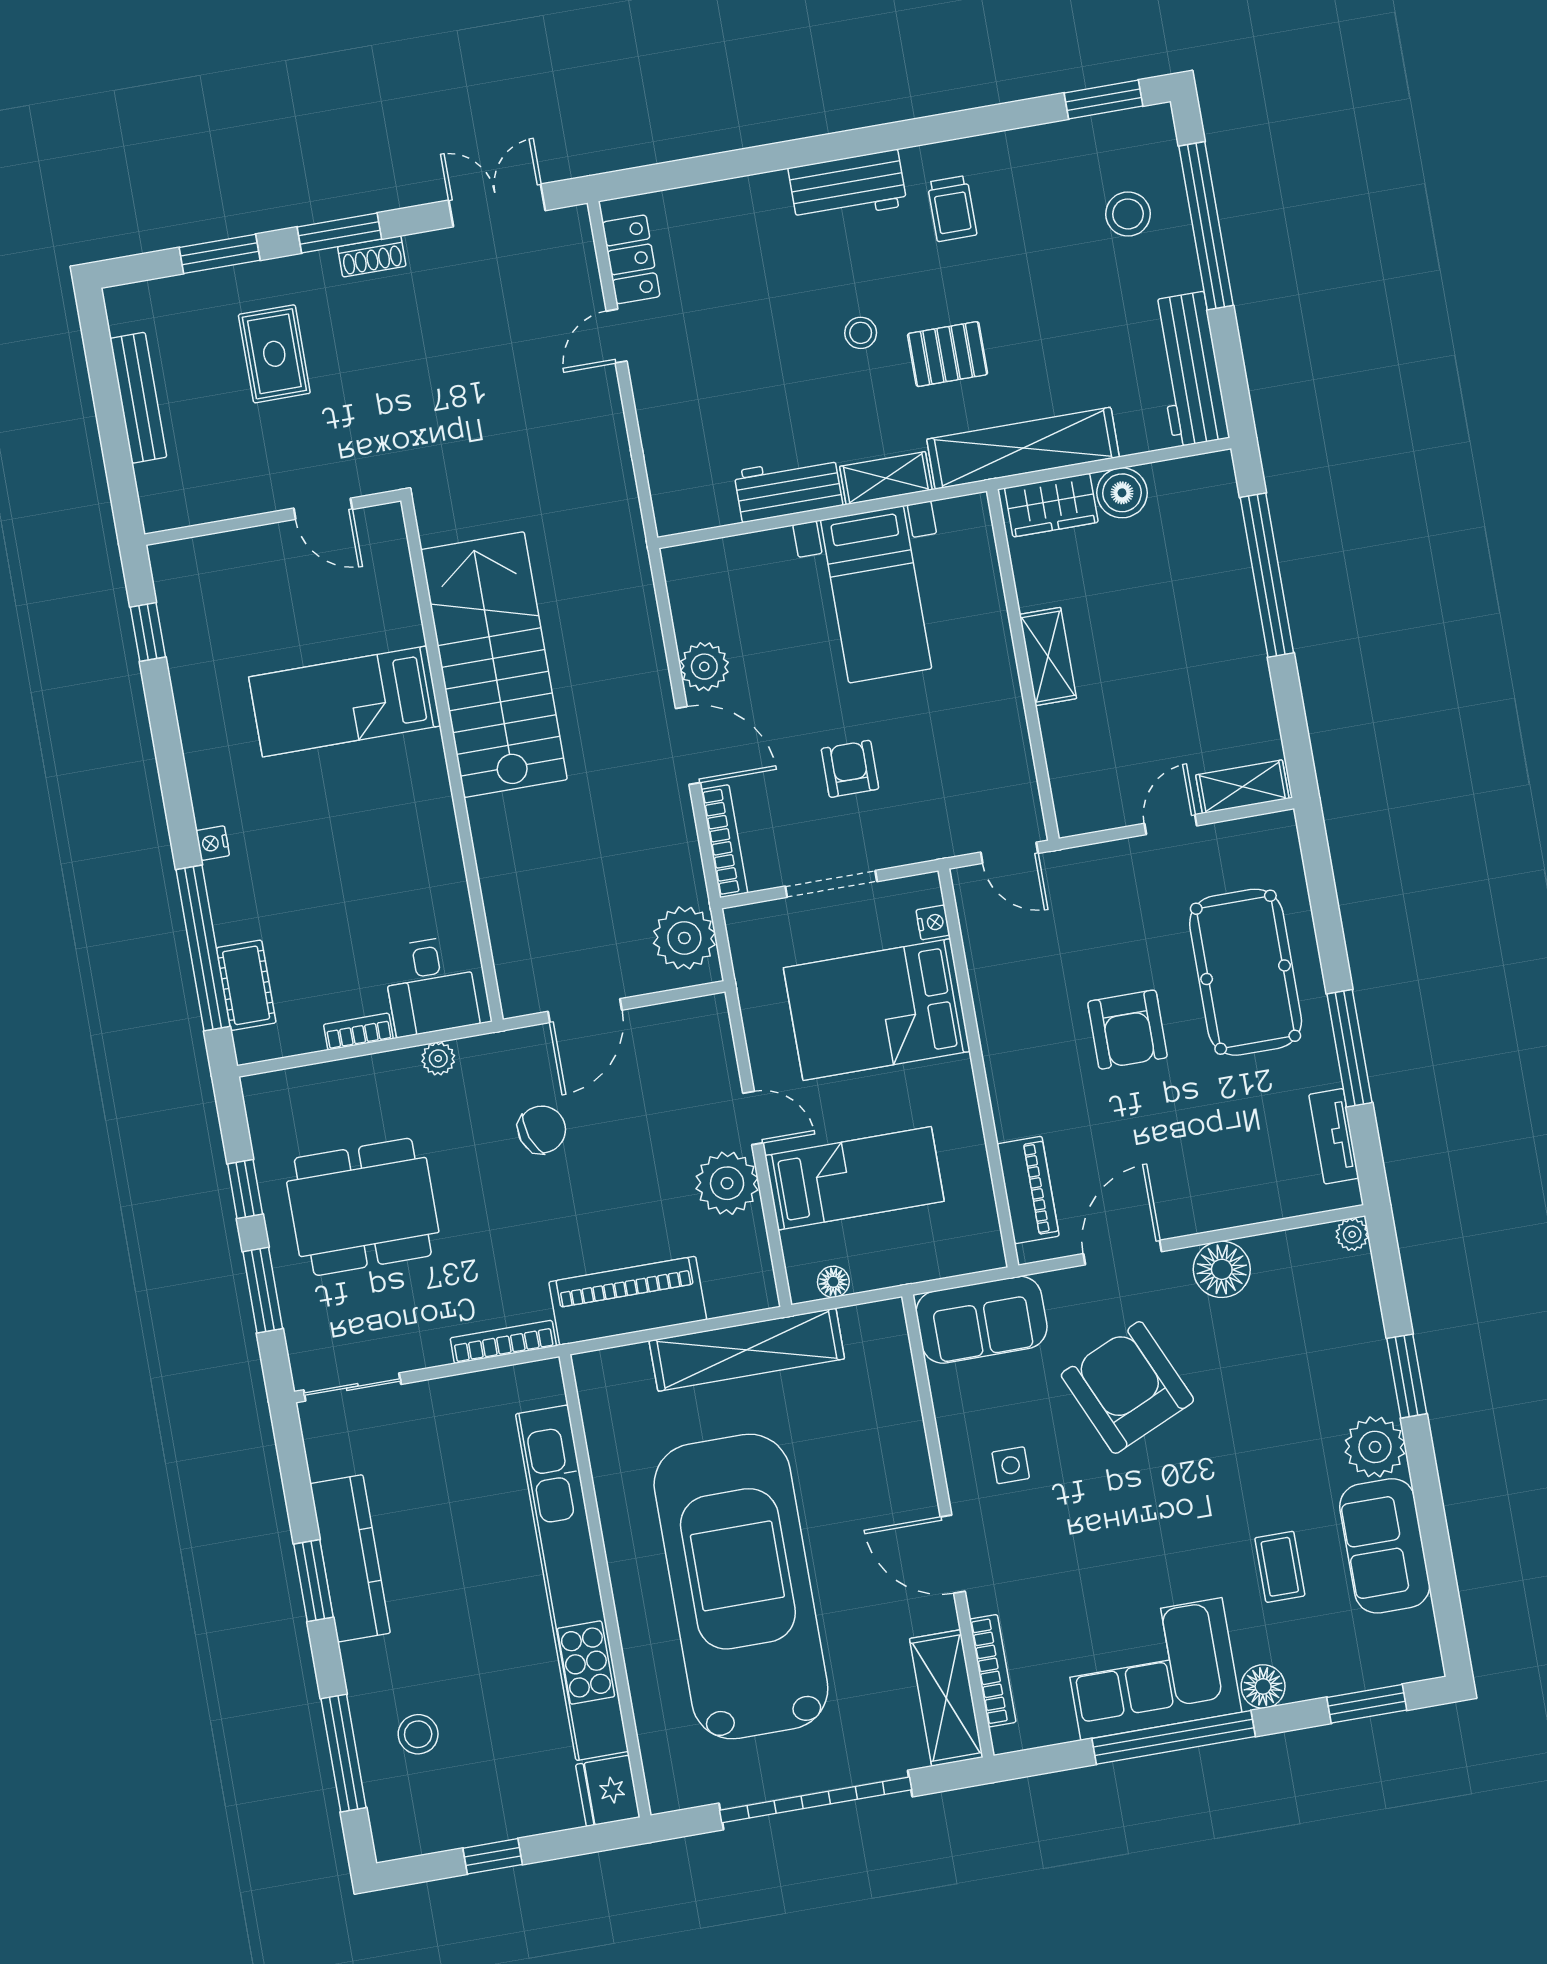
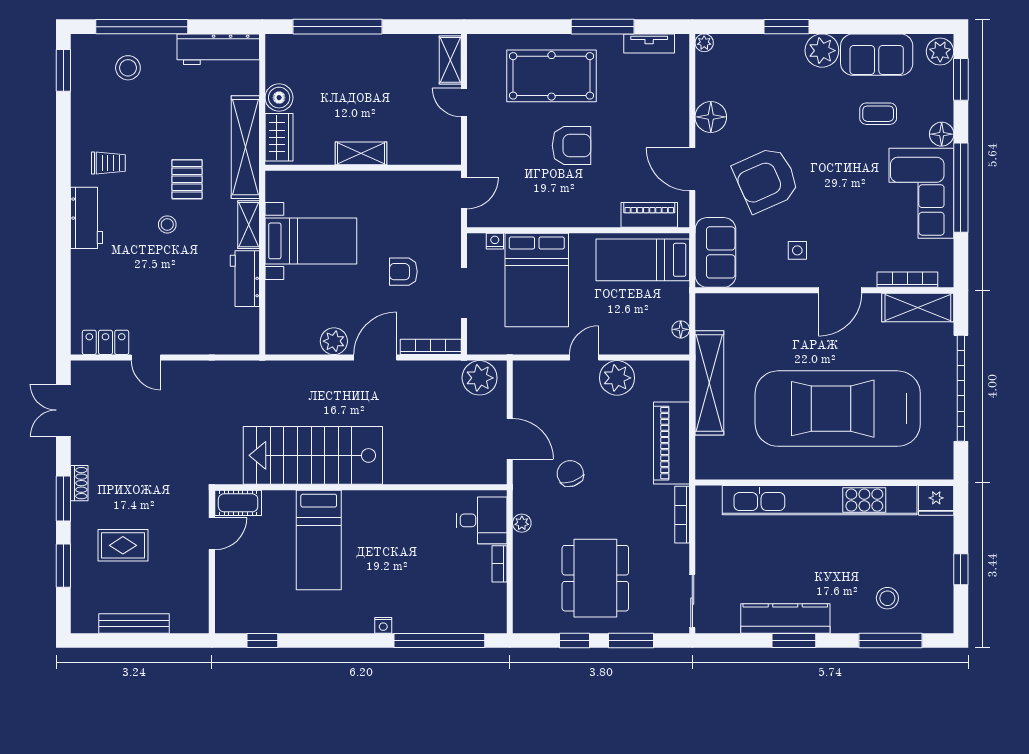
cot: (246, 985) -> (238, 503), moved
bed: (855, 1178) -> (643, 260), moved, turned -90
plant: (1410, 1658) -> (940, 52), added

